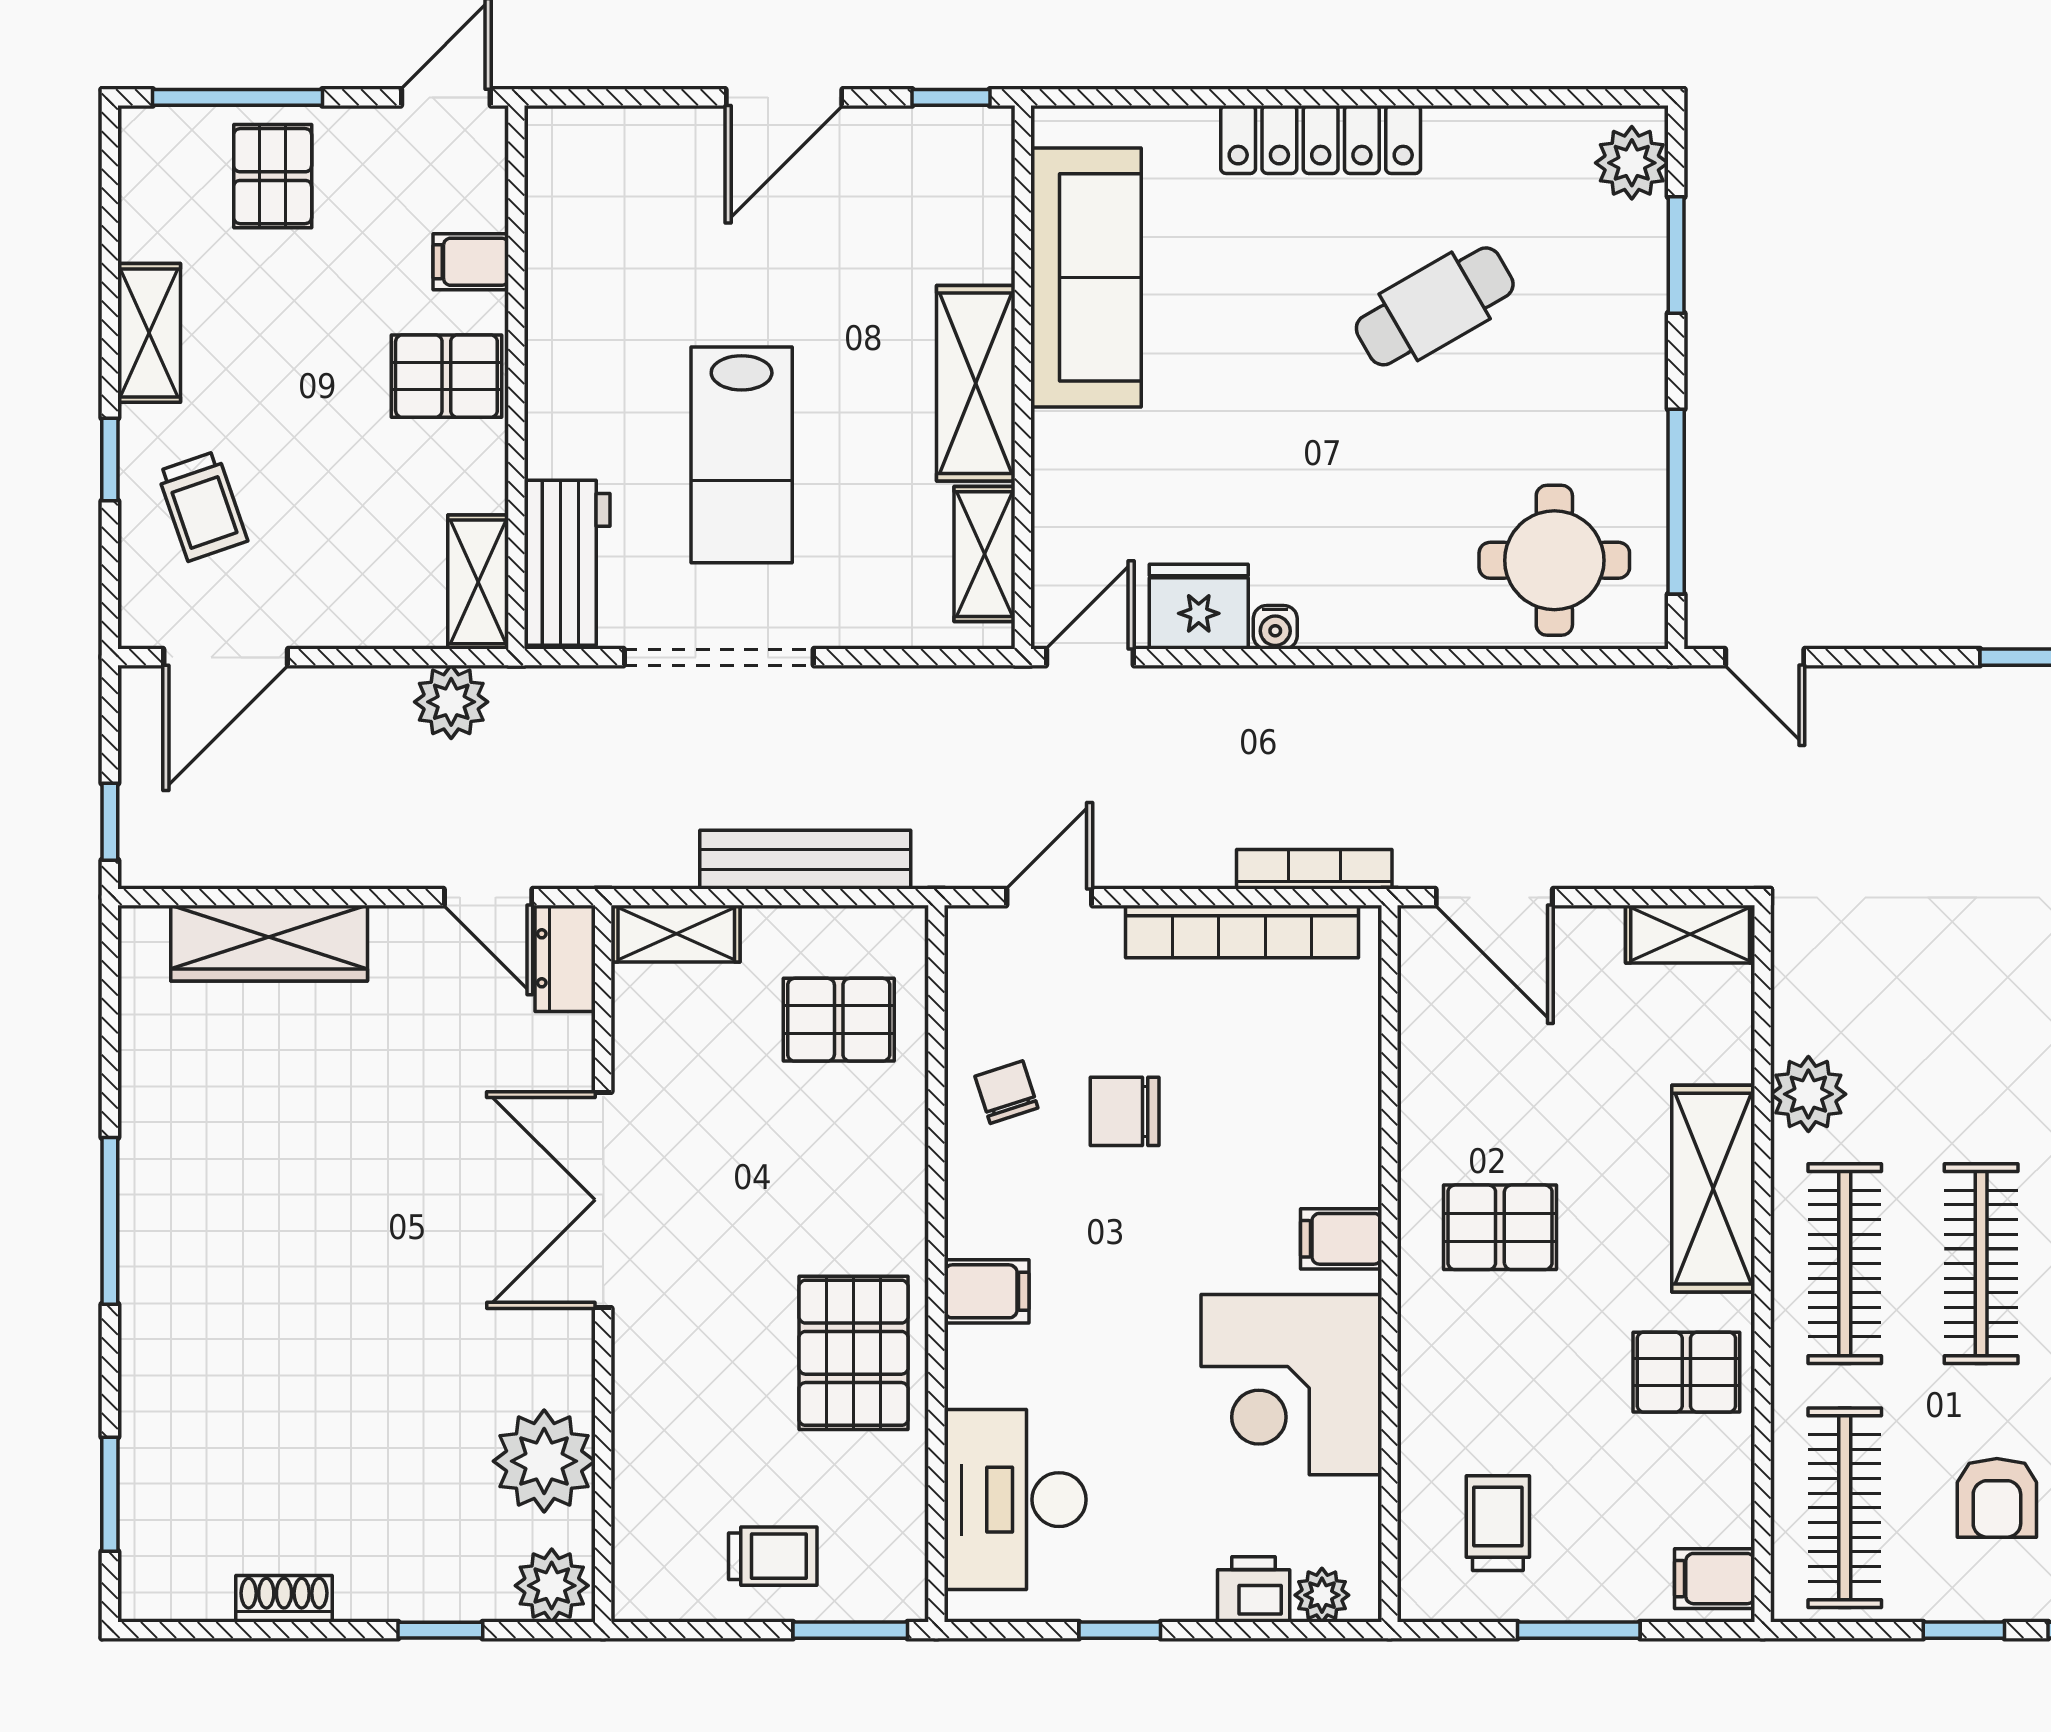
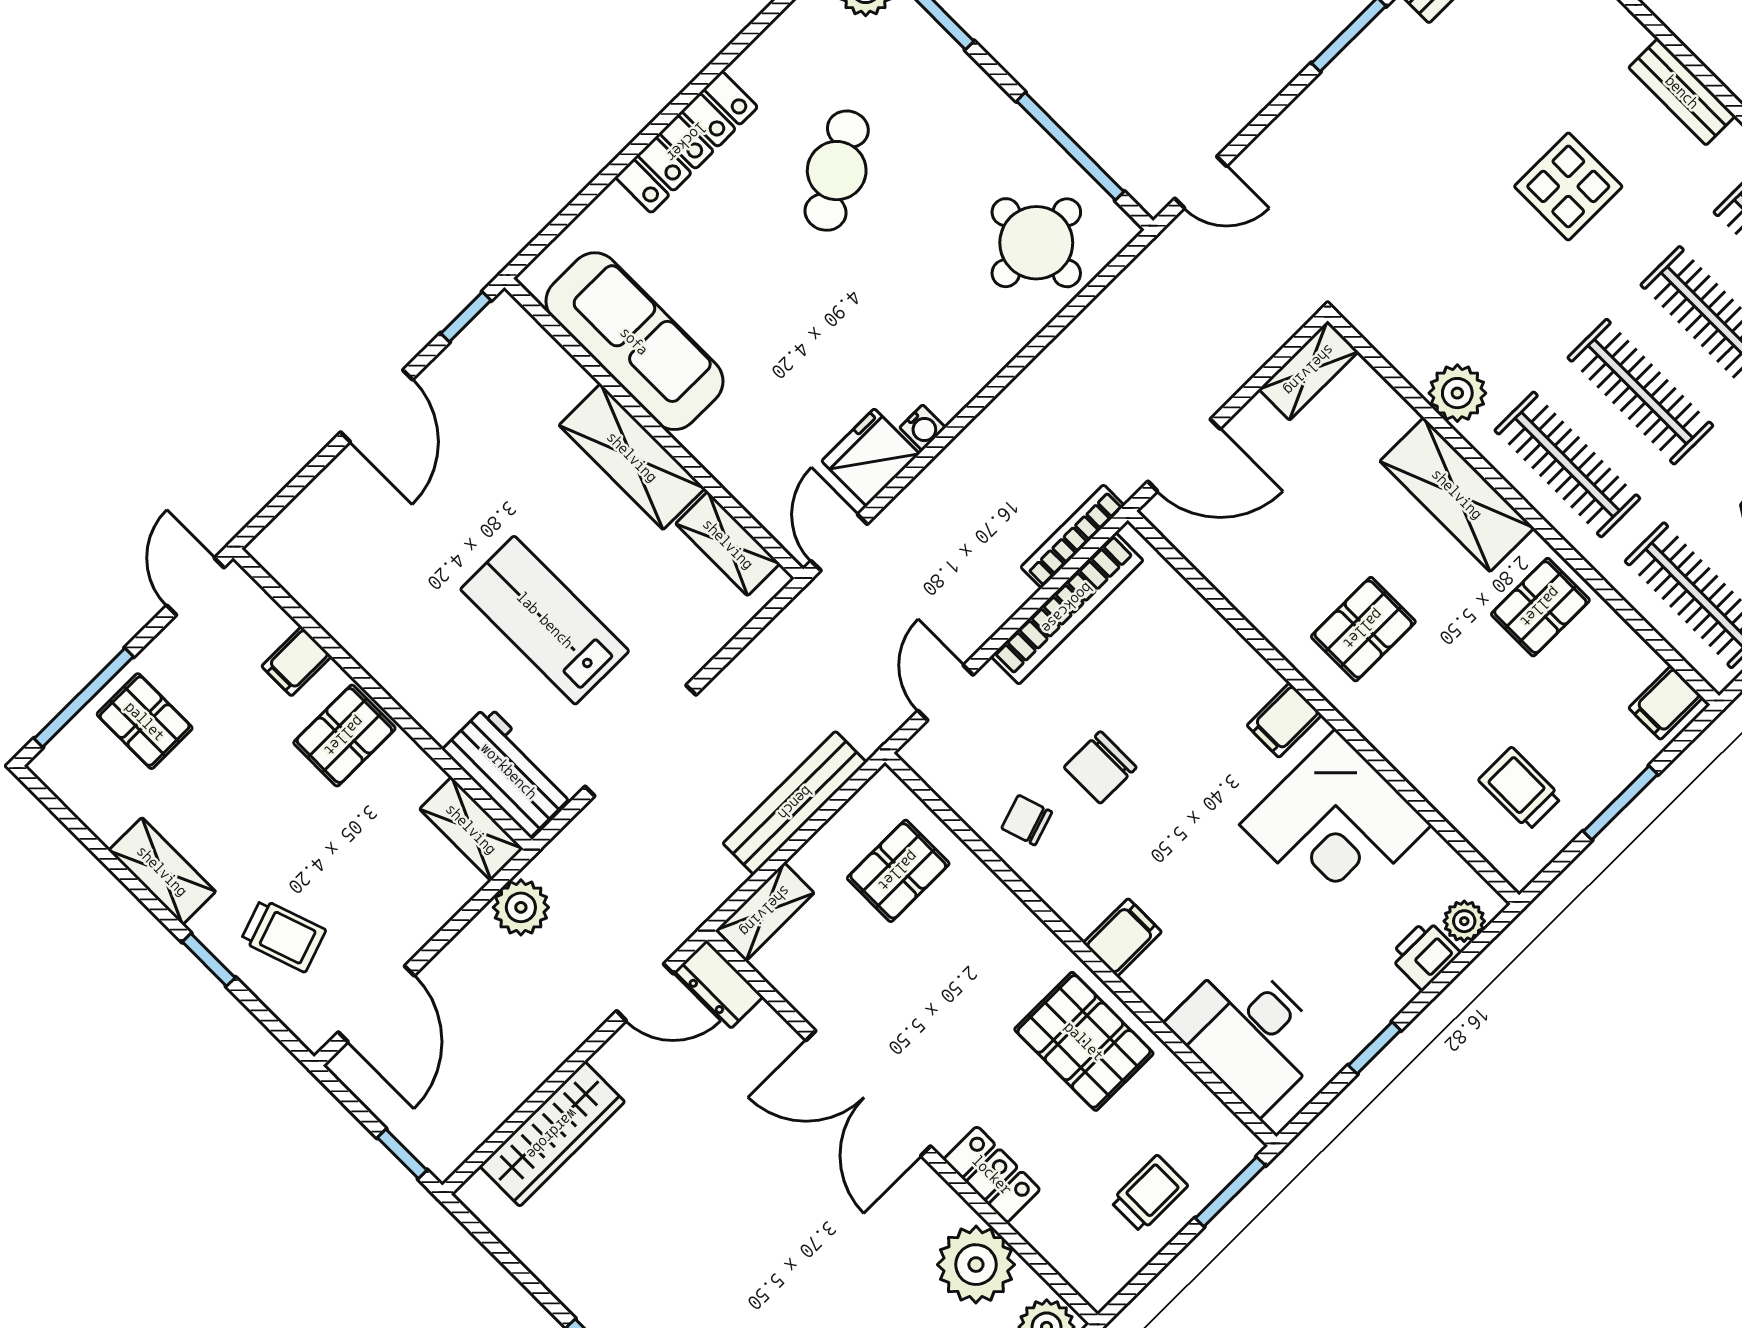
lab bench: (742, 455) -> (545, 620), turned 180
locker: (643, 1391) -> (992, 1175), added

